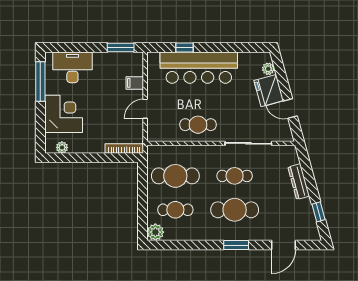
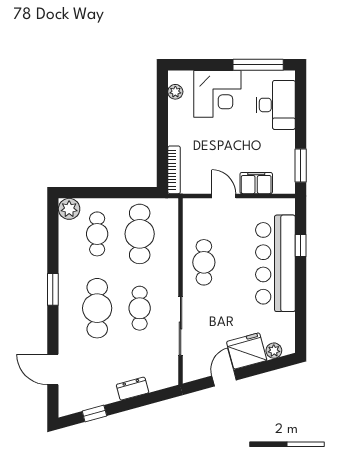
filing cabinet: (135, 83) -> (256, 183), width x2.00
dresser: (299, 182) -> (133, 389), width x0.70
window: (236, 245) -> (53, 289), moved

